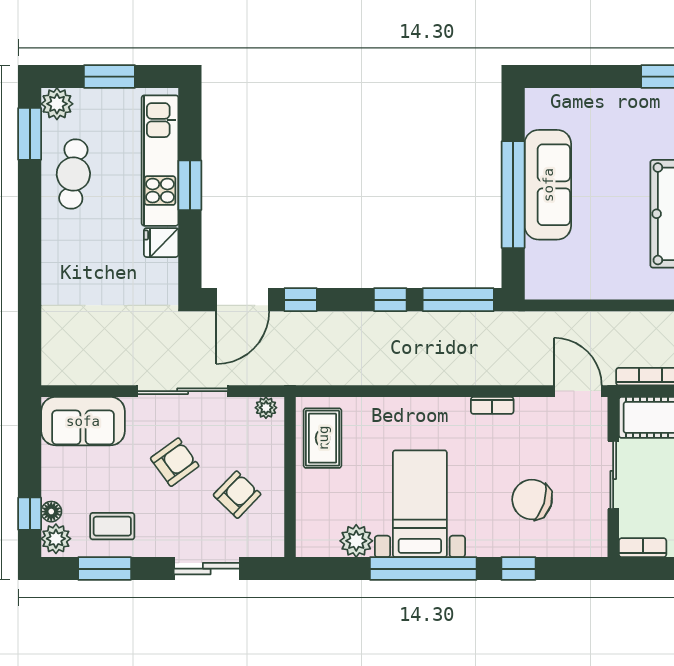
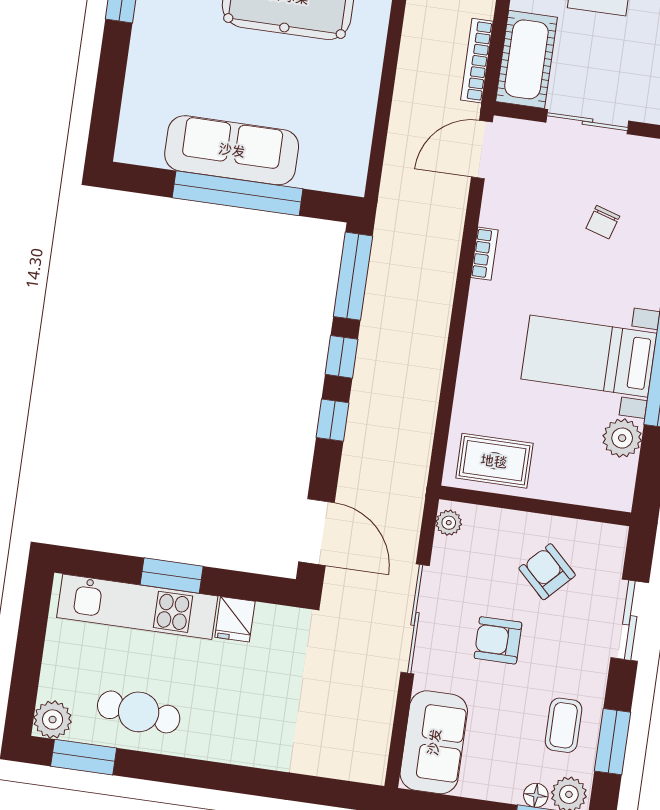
window: (109, 77) -> (29, 653), removed
window: (301, 300) -> (332, 420), moved
armchair: (175, 462) -> (498, 640), turned -54
chair: (532, 500) -> (603, 222), width x0.54, depth x0.54

